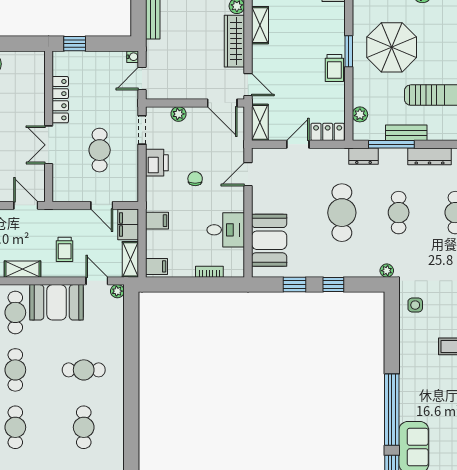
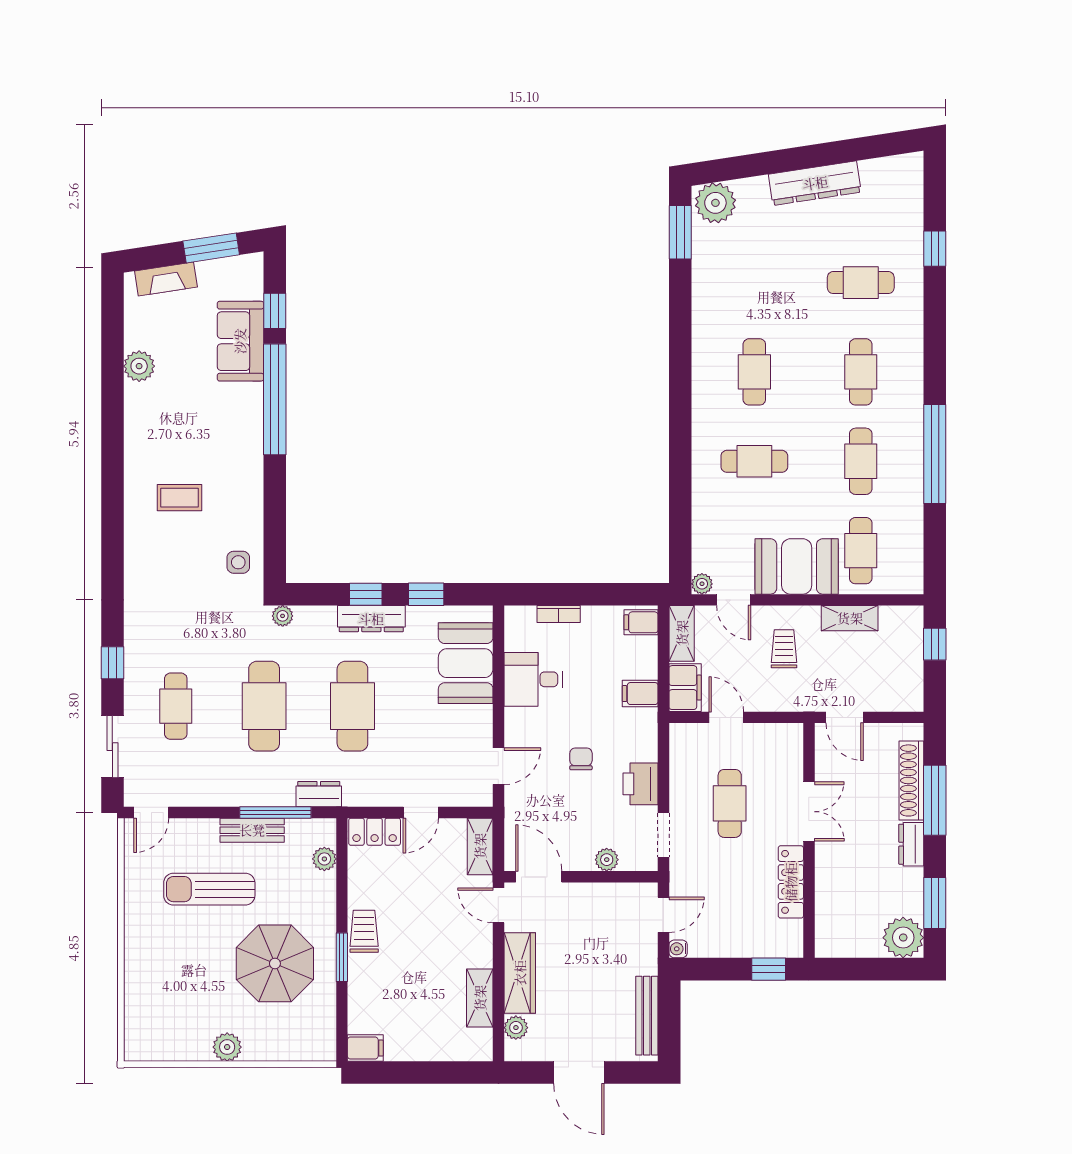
dresser: (430, 156) -> (371, 619), moved, turned 180
chair: (195, 179) -> (581, 759), turned 180
cafe table: (399, 213) -> (264, 706), width x1.37, depth x1.35

